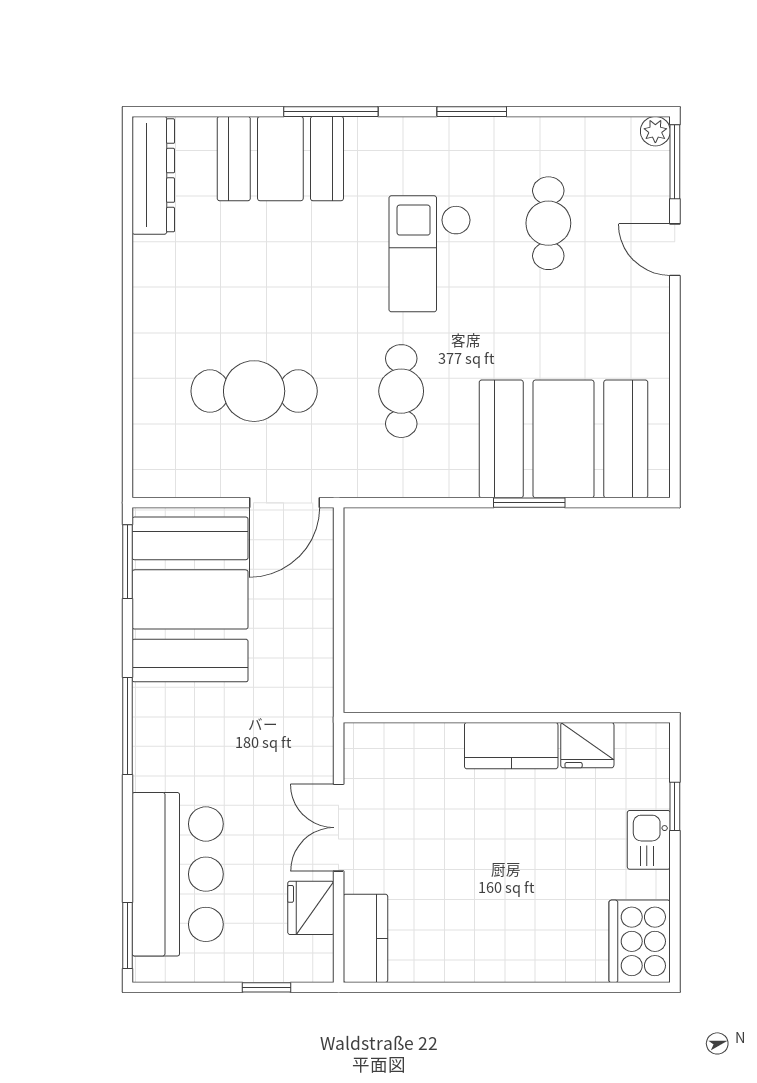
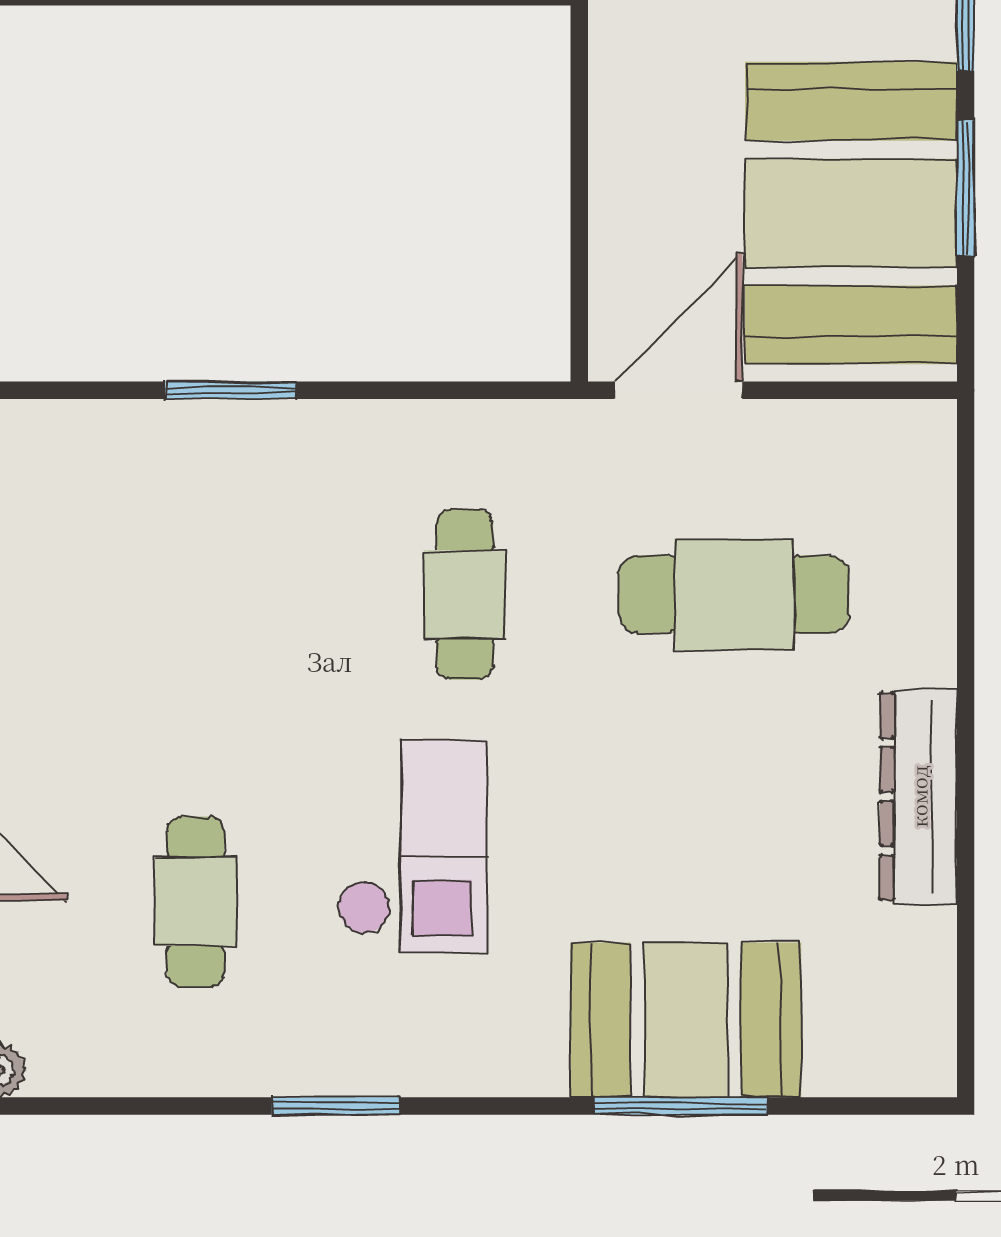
window: (331, 112) -> (681, 1106), moved
dresser: (153, 175) -> (919, 796), moved
booth: (564, 439) -> (168, 507), removed
window: (128, 562) -> (966, 188), moved

